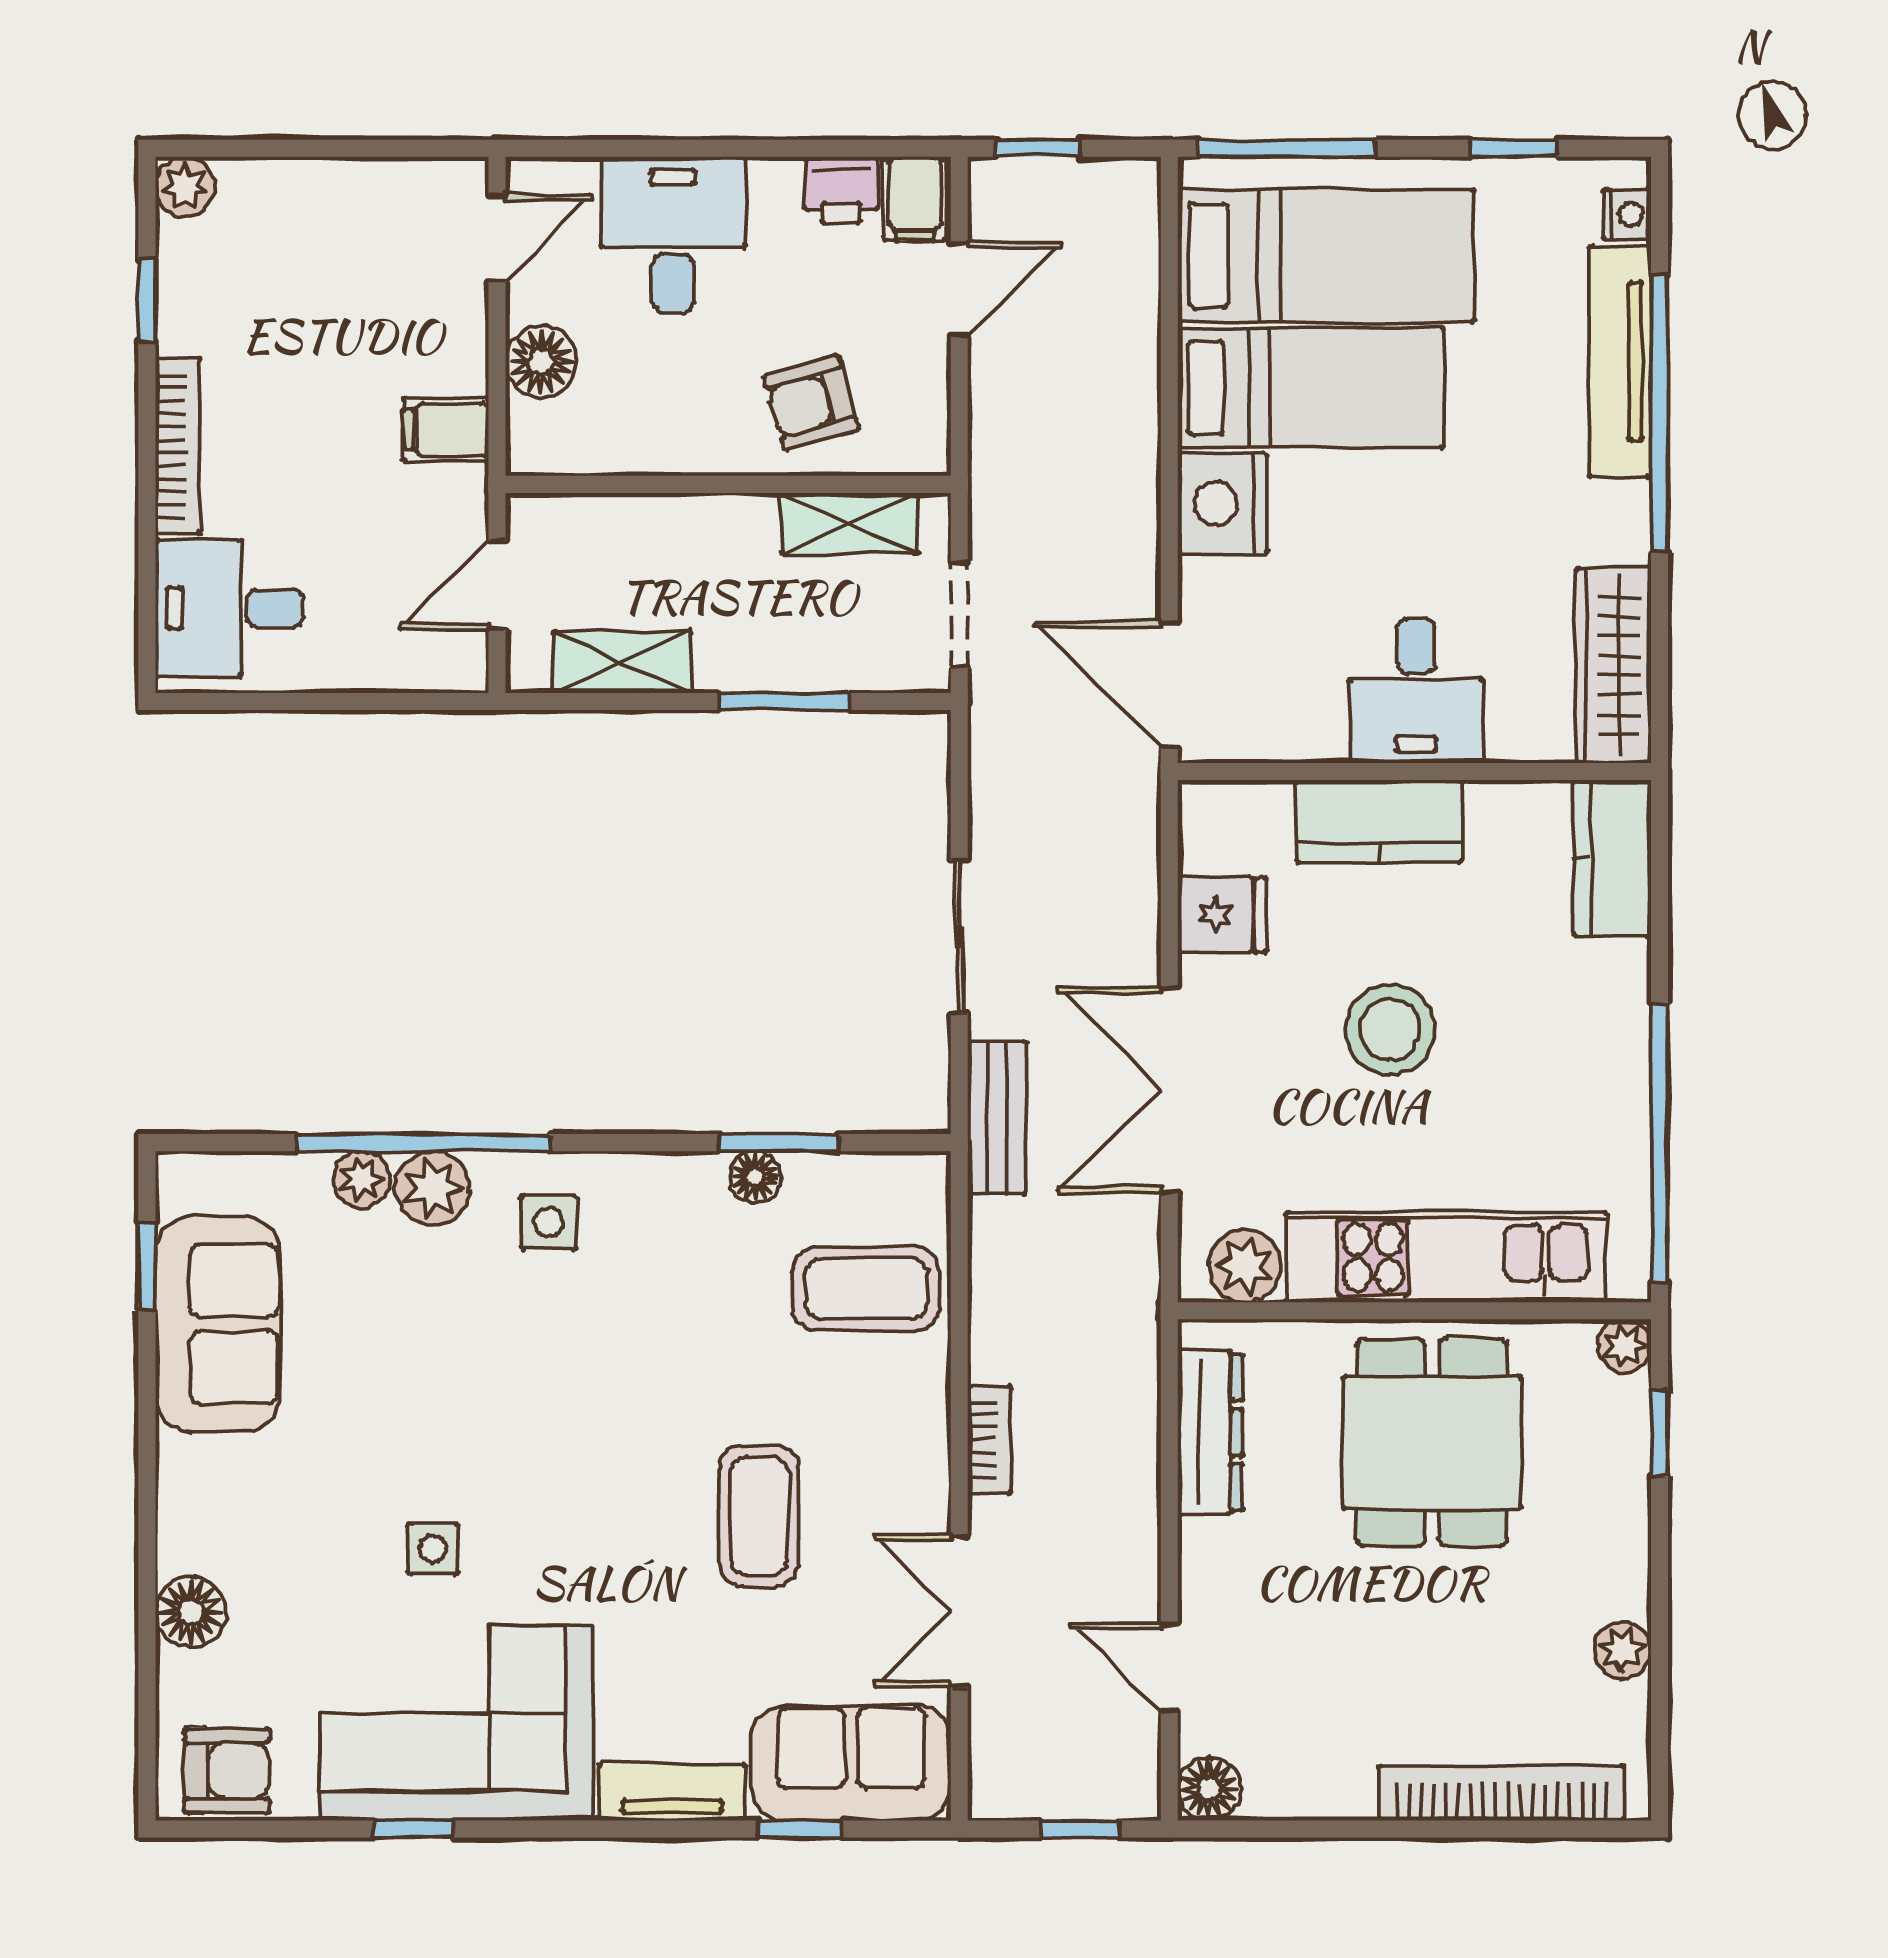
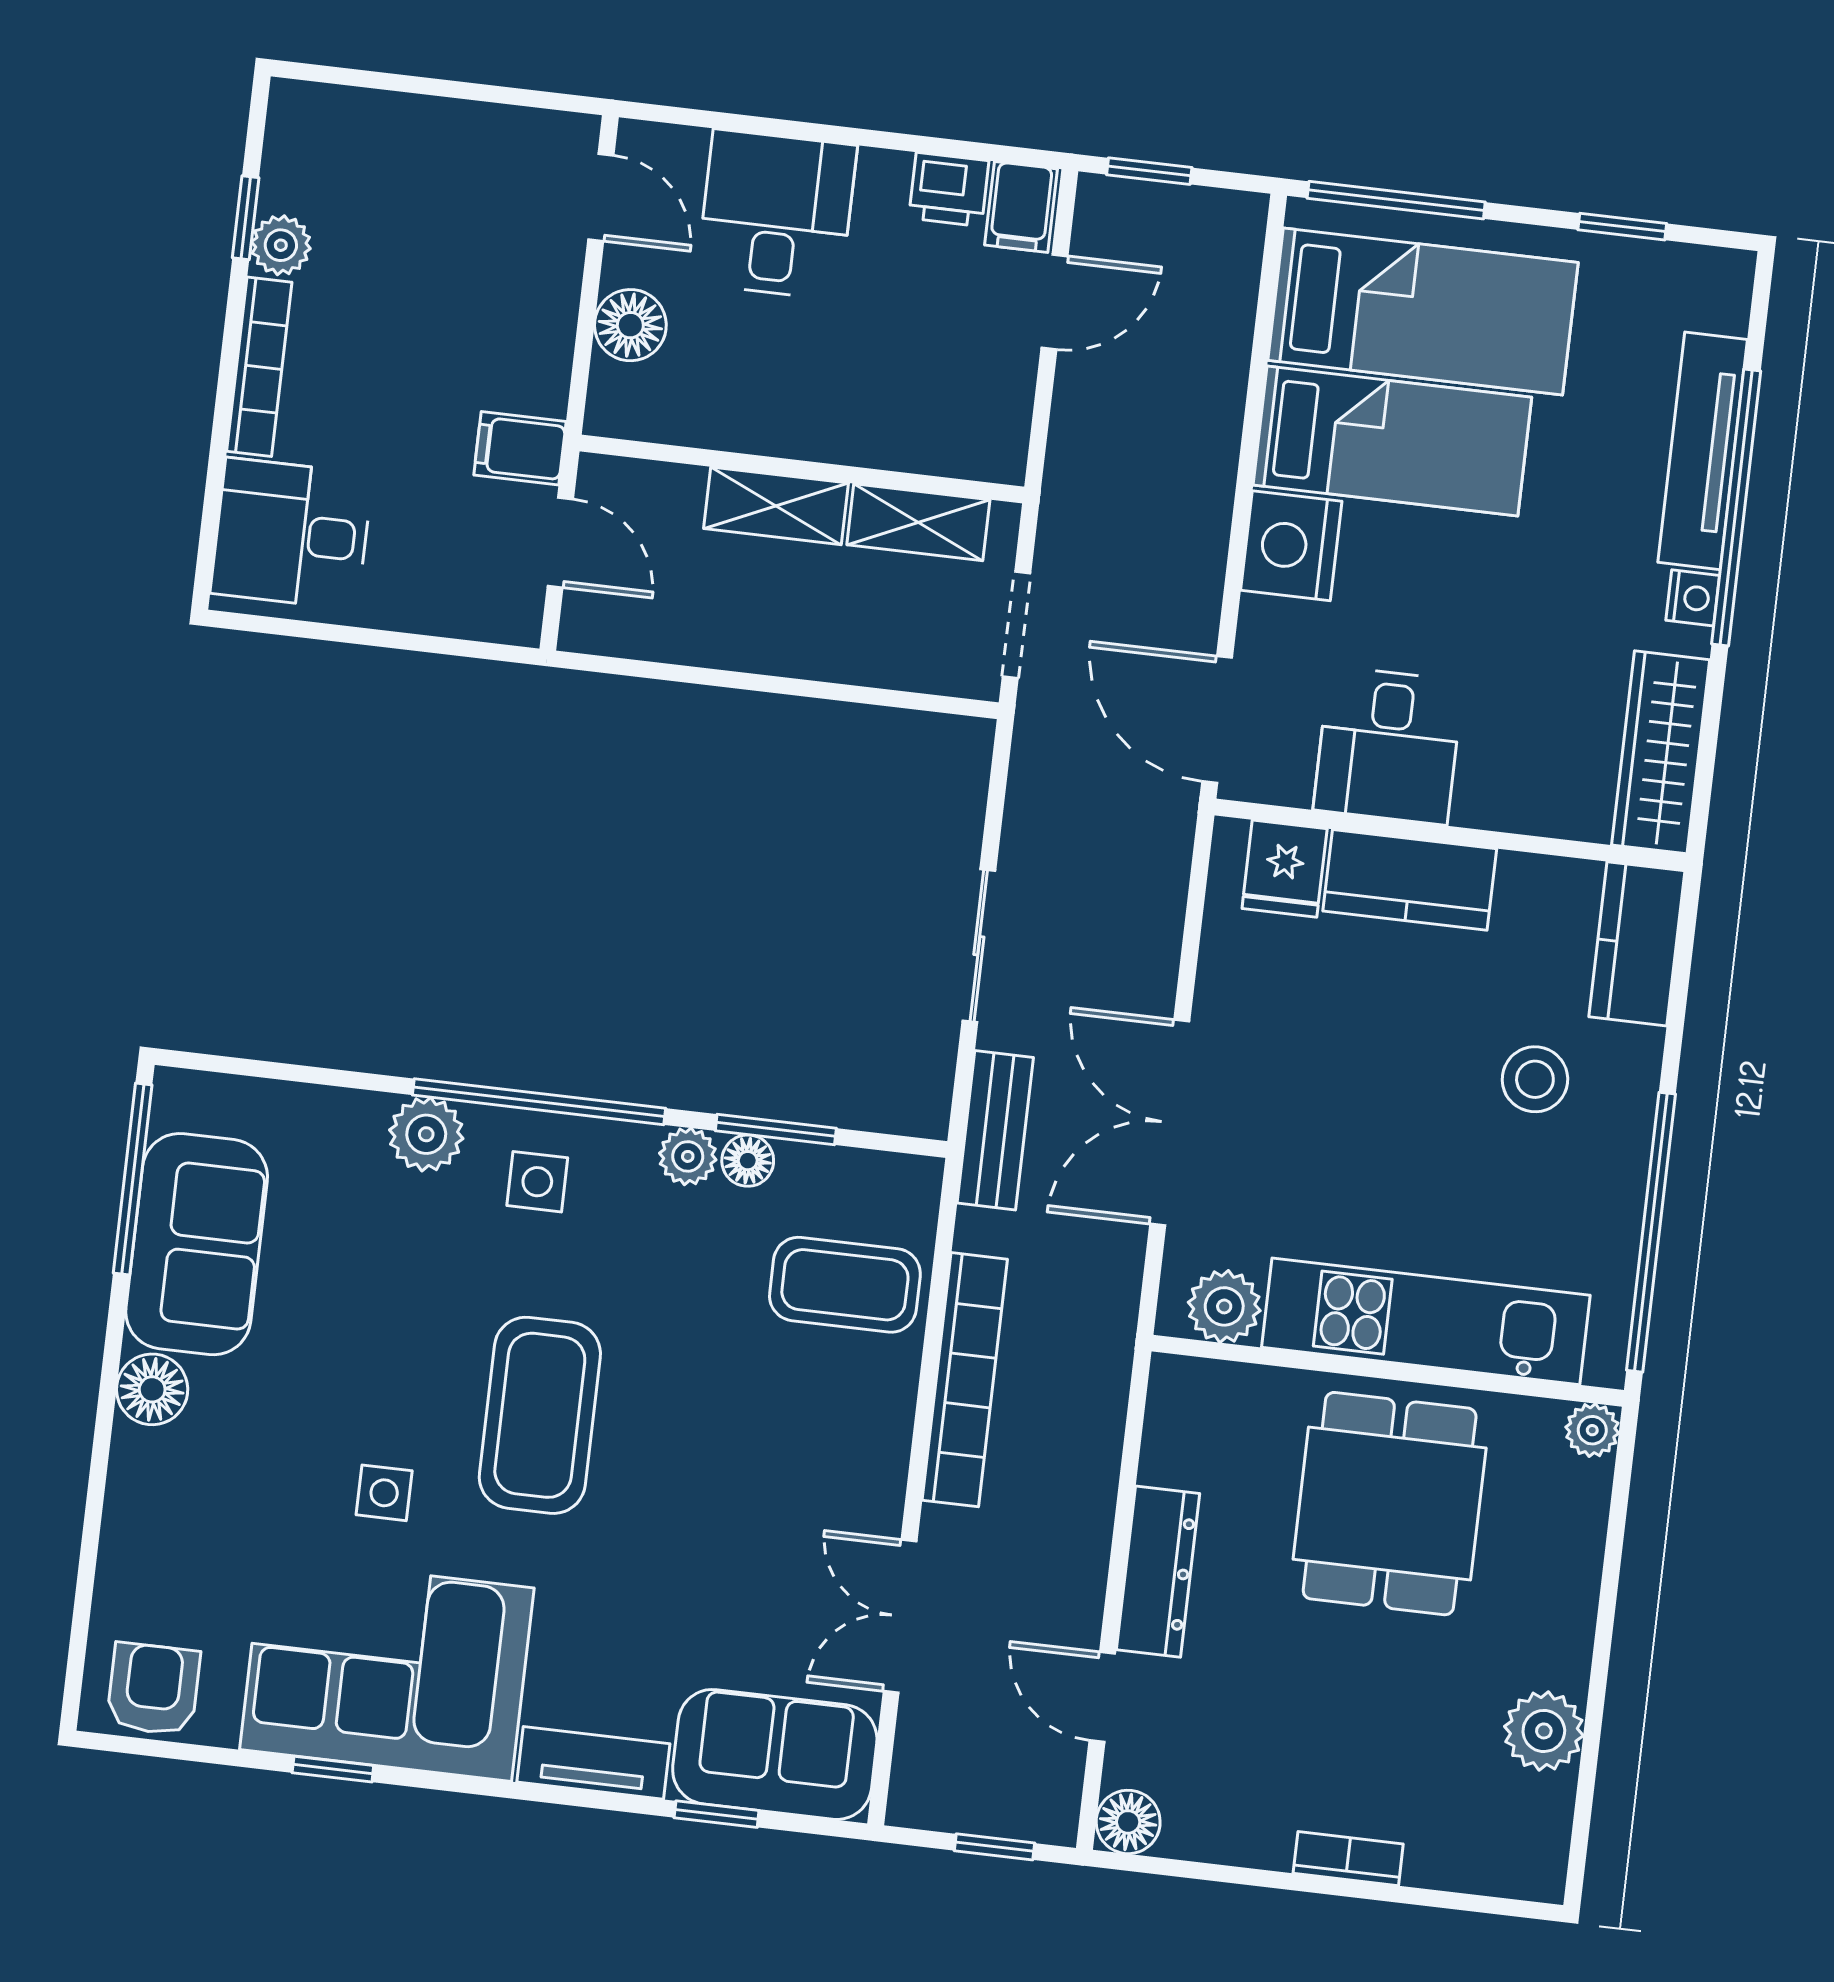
plant: (185, 186) -> (281, 245), moved
nightstand: (1627, 214) -> (1693, 598), moved
door: (497, 238) -> (601, 197), hinge flipped
armchair: (811, 403) -> (894, 398), removed
filing cabinet: (446, 430) -> (520, 448), moved
door: (497, 585) -> (560, 542), swing flipped
shelving: (622, 662) -> (776, 506), moved
desk: (1416, 690) -> (1388, 746), moved
window: (785, 701) -> (833, 691), removed
fridge: (1222, 915) -> (1285, 869), moved, turned 90
stool: (1390, 1030) -> (1535, 1079), moved, width x0.73, depth x0.73
window: (424, 1143) -> (539, 1102), moved
plant: (362, 1180) -> (688, 1156), moved
window: (147, 1267) -> (133, 1179), width x2.17
dresser: (1210, 1432) -> (1158, 1572), moved
window: (1659, 1434) -> (1617, 1522), removed
bookcase: (989, 1440) -> (965, 1380), width x2.31, depth x1.31
coffee table: (759, 1516) -> (540, 1415), moved, width x1.36, depth x1.32
floor lamp: (191, 1612) -> (152, 1389), moved
plant: (1622, 1650) -> (1544, 1731), width x1.38, depth x1.38
armchair: (227, 1770) -> (153, 1689), turned -90
bookcase: (1501, 1793) -> (1348, 1859), width x0.43, depth x0.76

